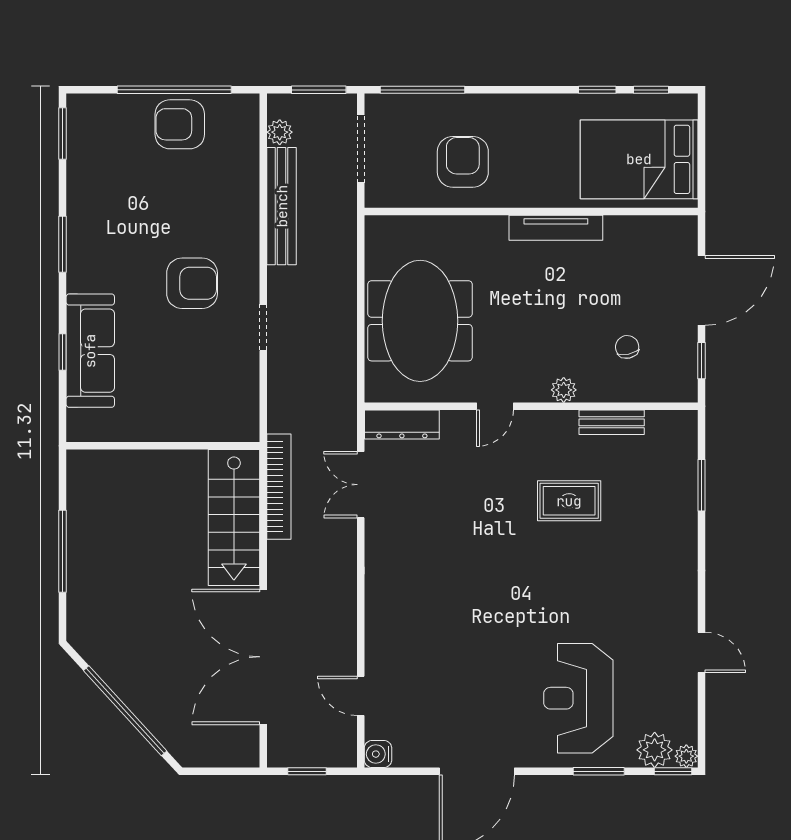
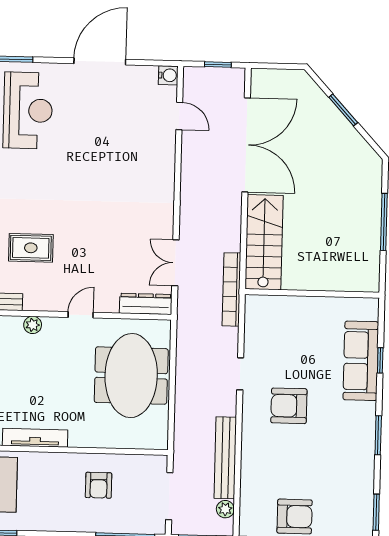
armchair: (463, 162) -> (99, 485), width x0.72, depth x0.72
double door: (361, 485) -> (175, 263), swing flipped
bookcase: (279, 487) -> (232, 289), moved
window: (125, 711) -> (343, 110), width x0.47

